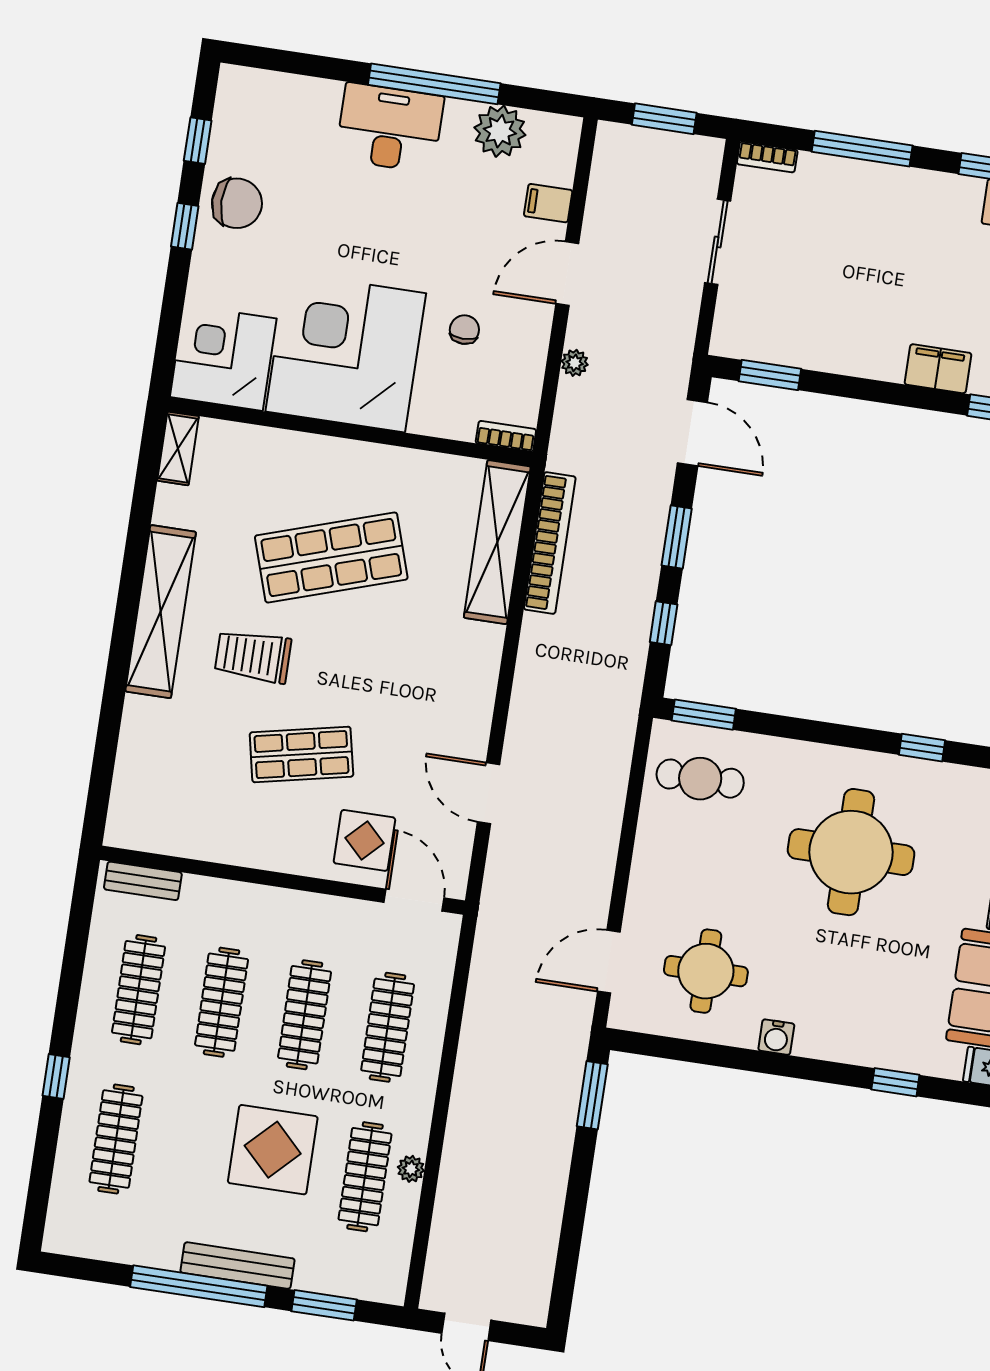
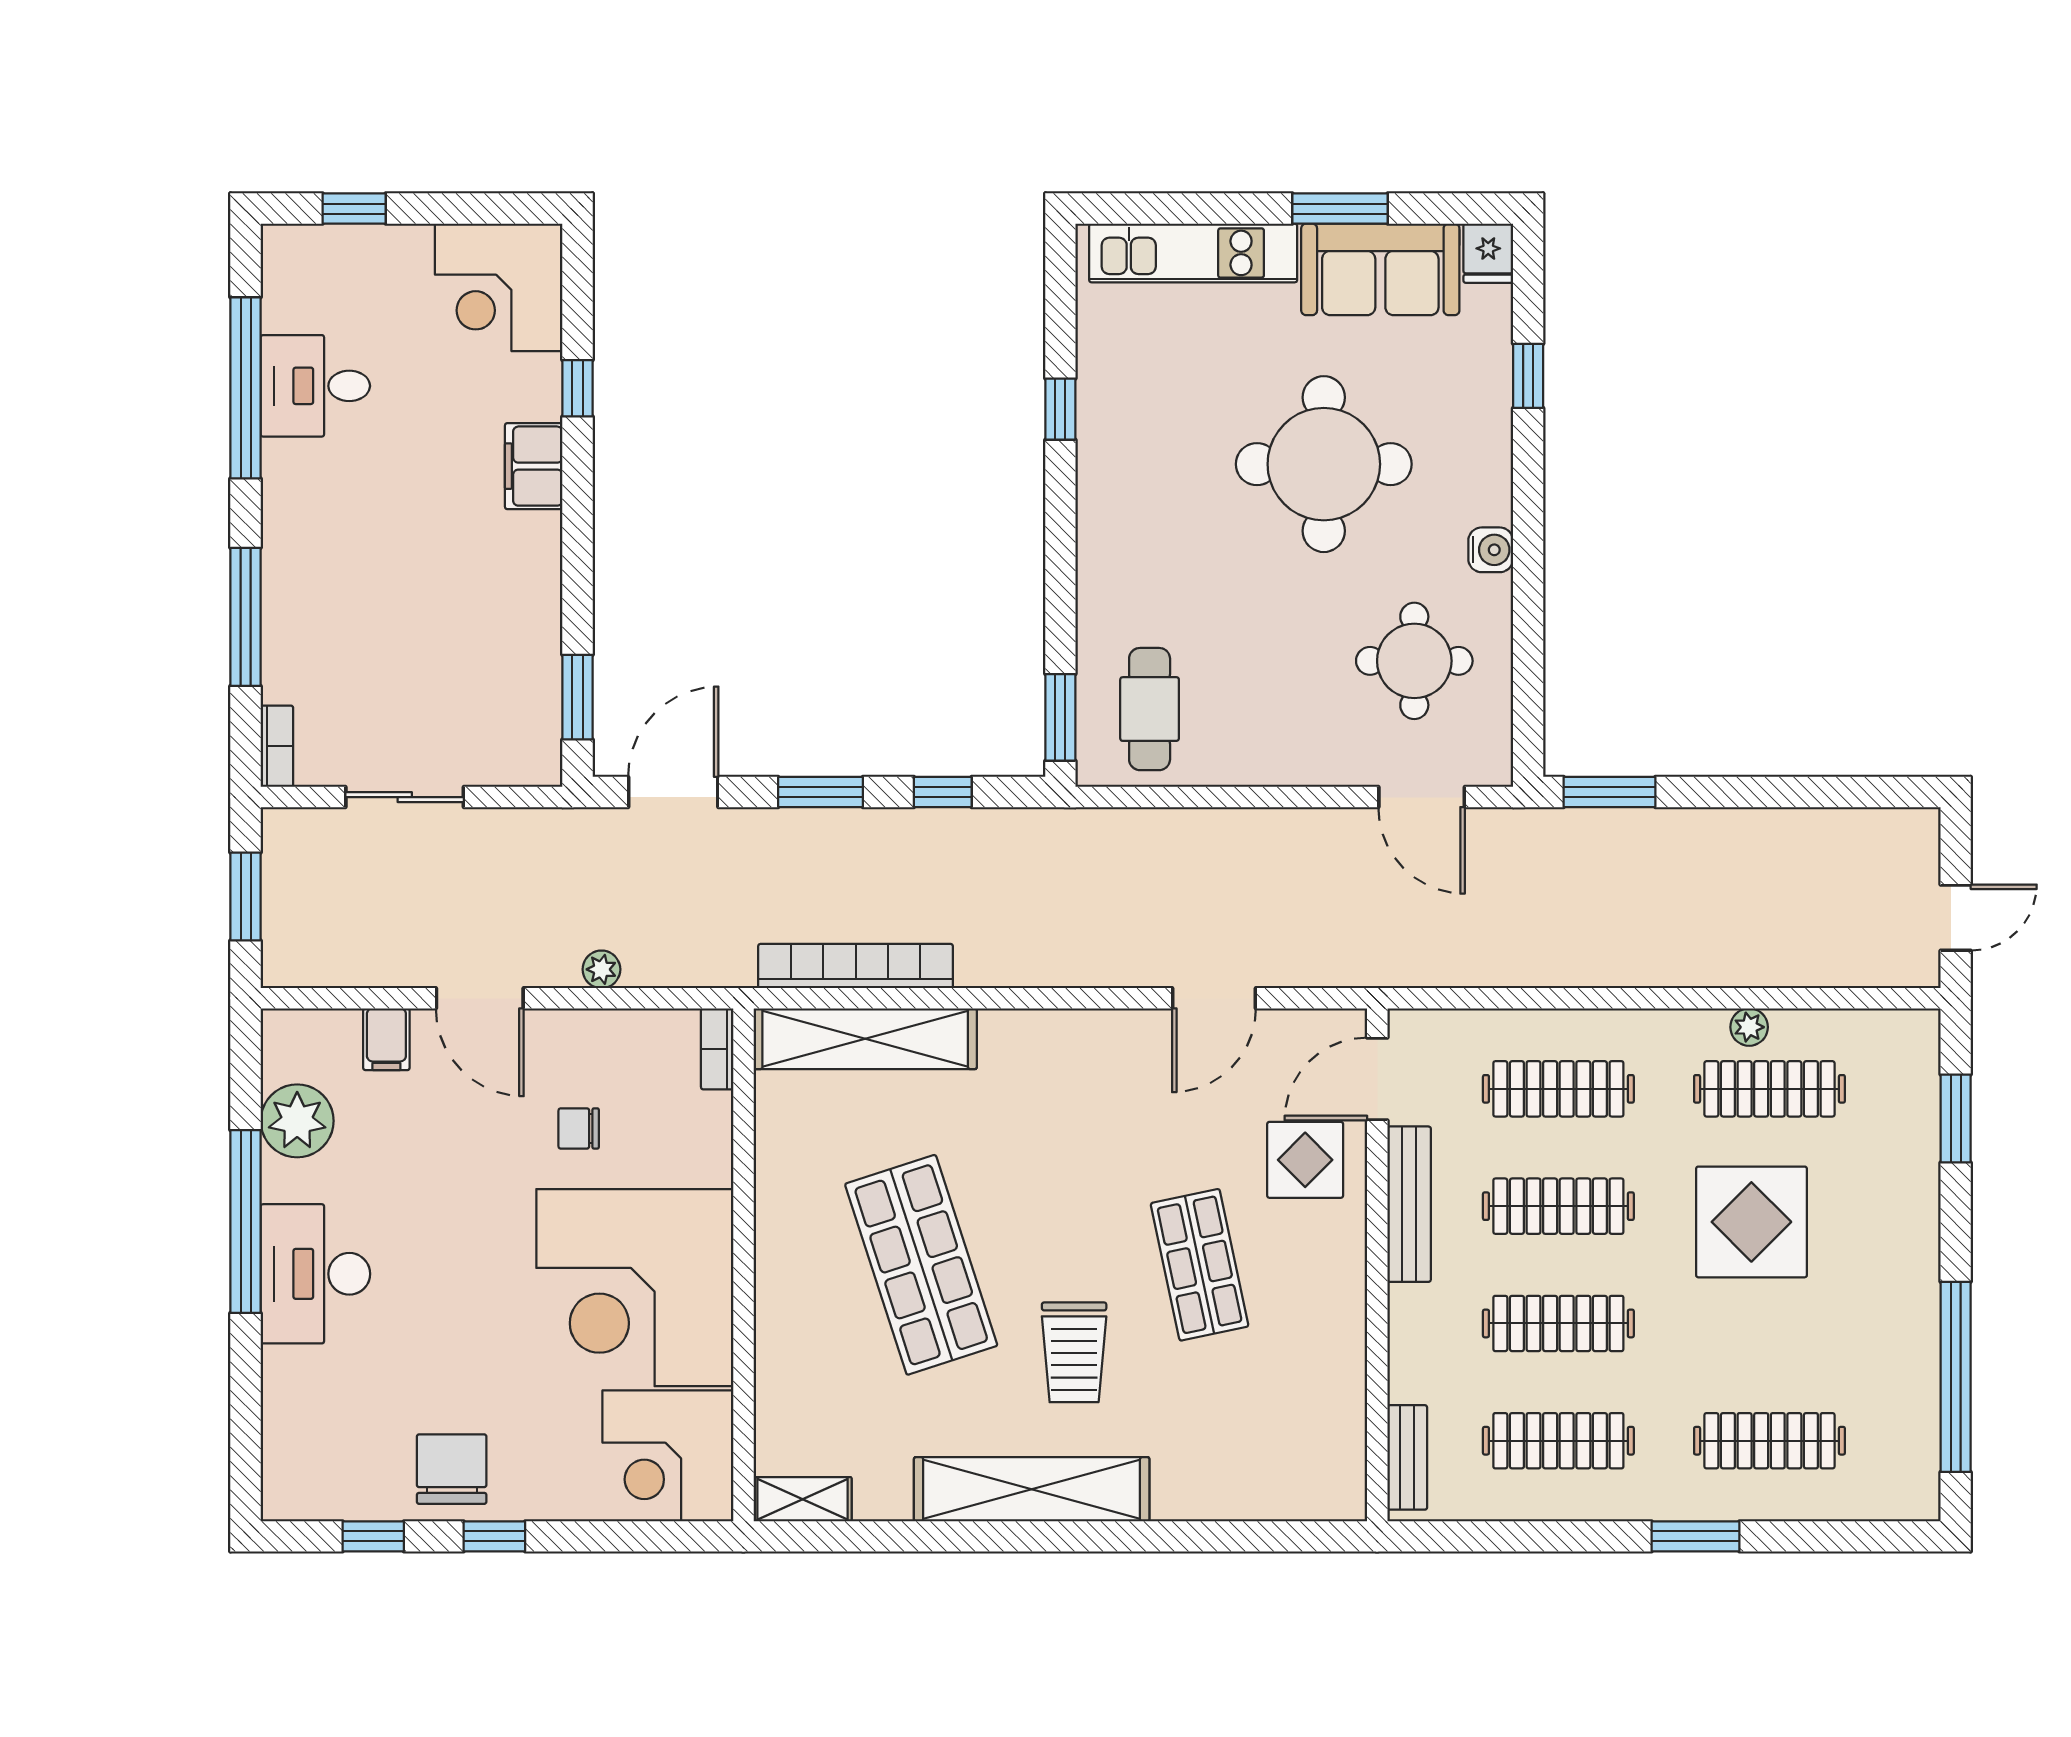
round table: (851, 852) -> (1324, 464), moved
window: (56, 1076) -> (1696, 1536), width x1.50
bench: (237, 1266) -> (1409, 1204), moved
window: (199, 1286) -> (1956, 1377), moved

